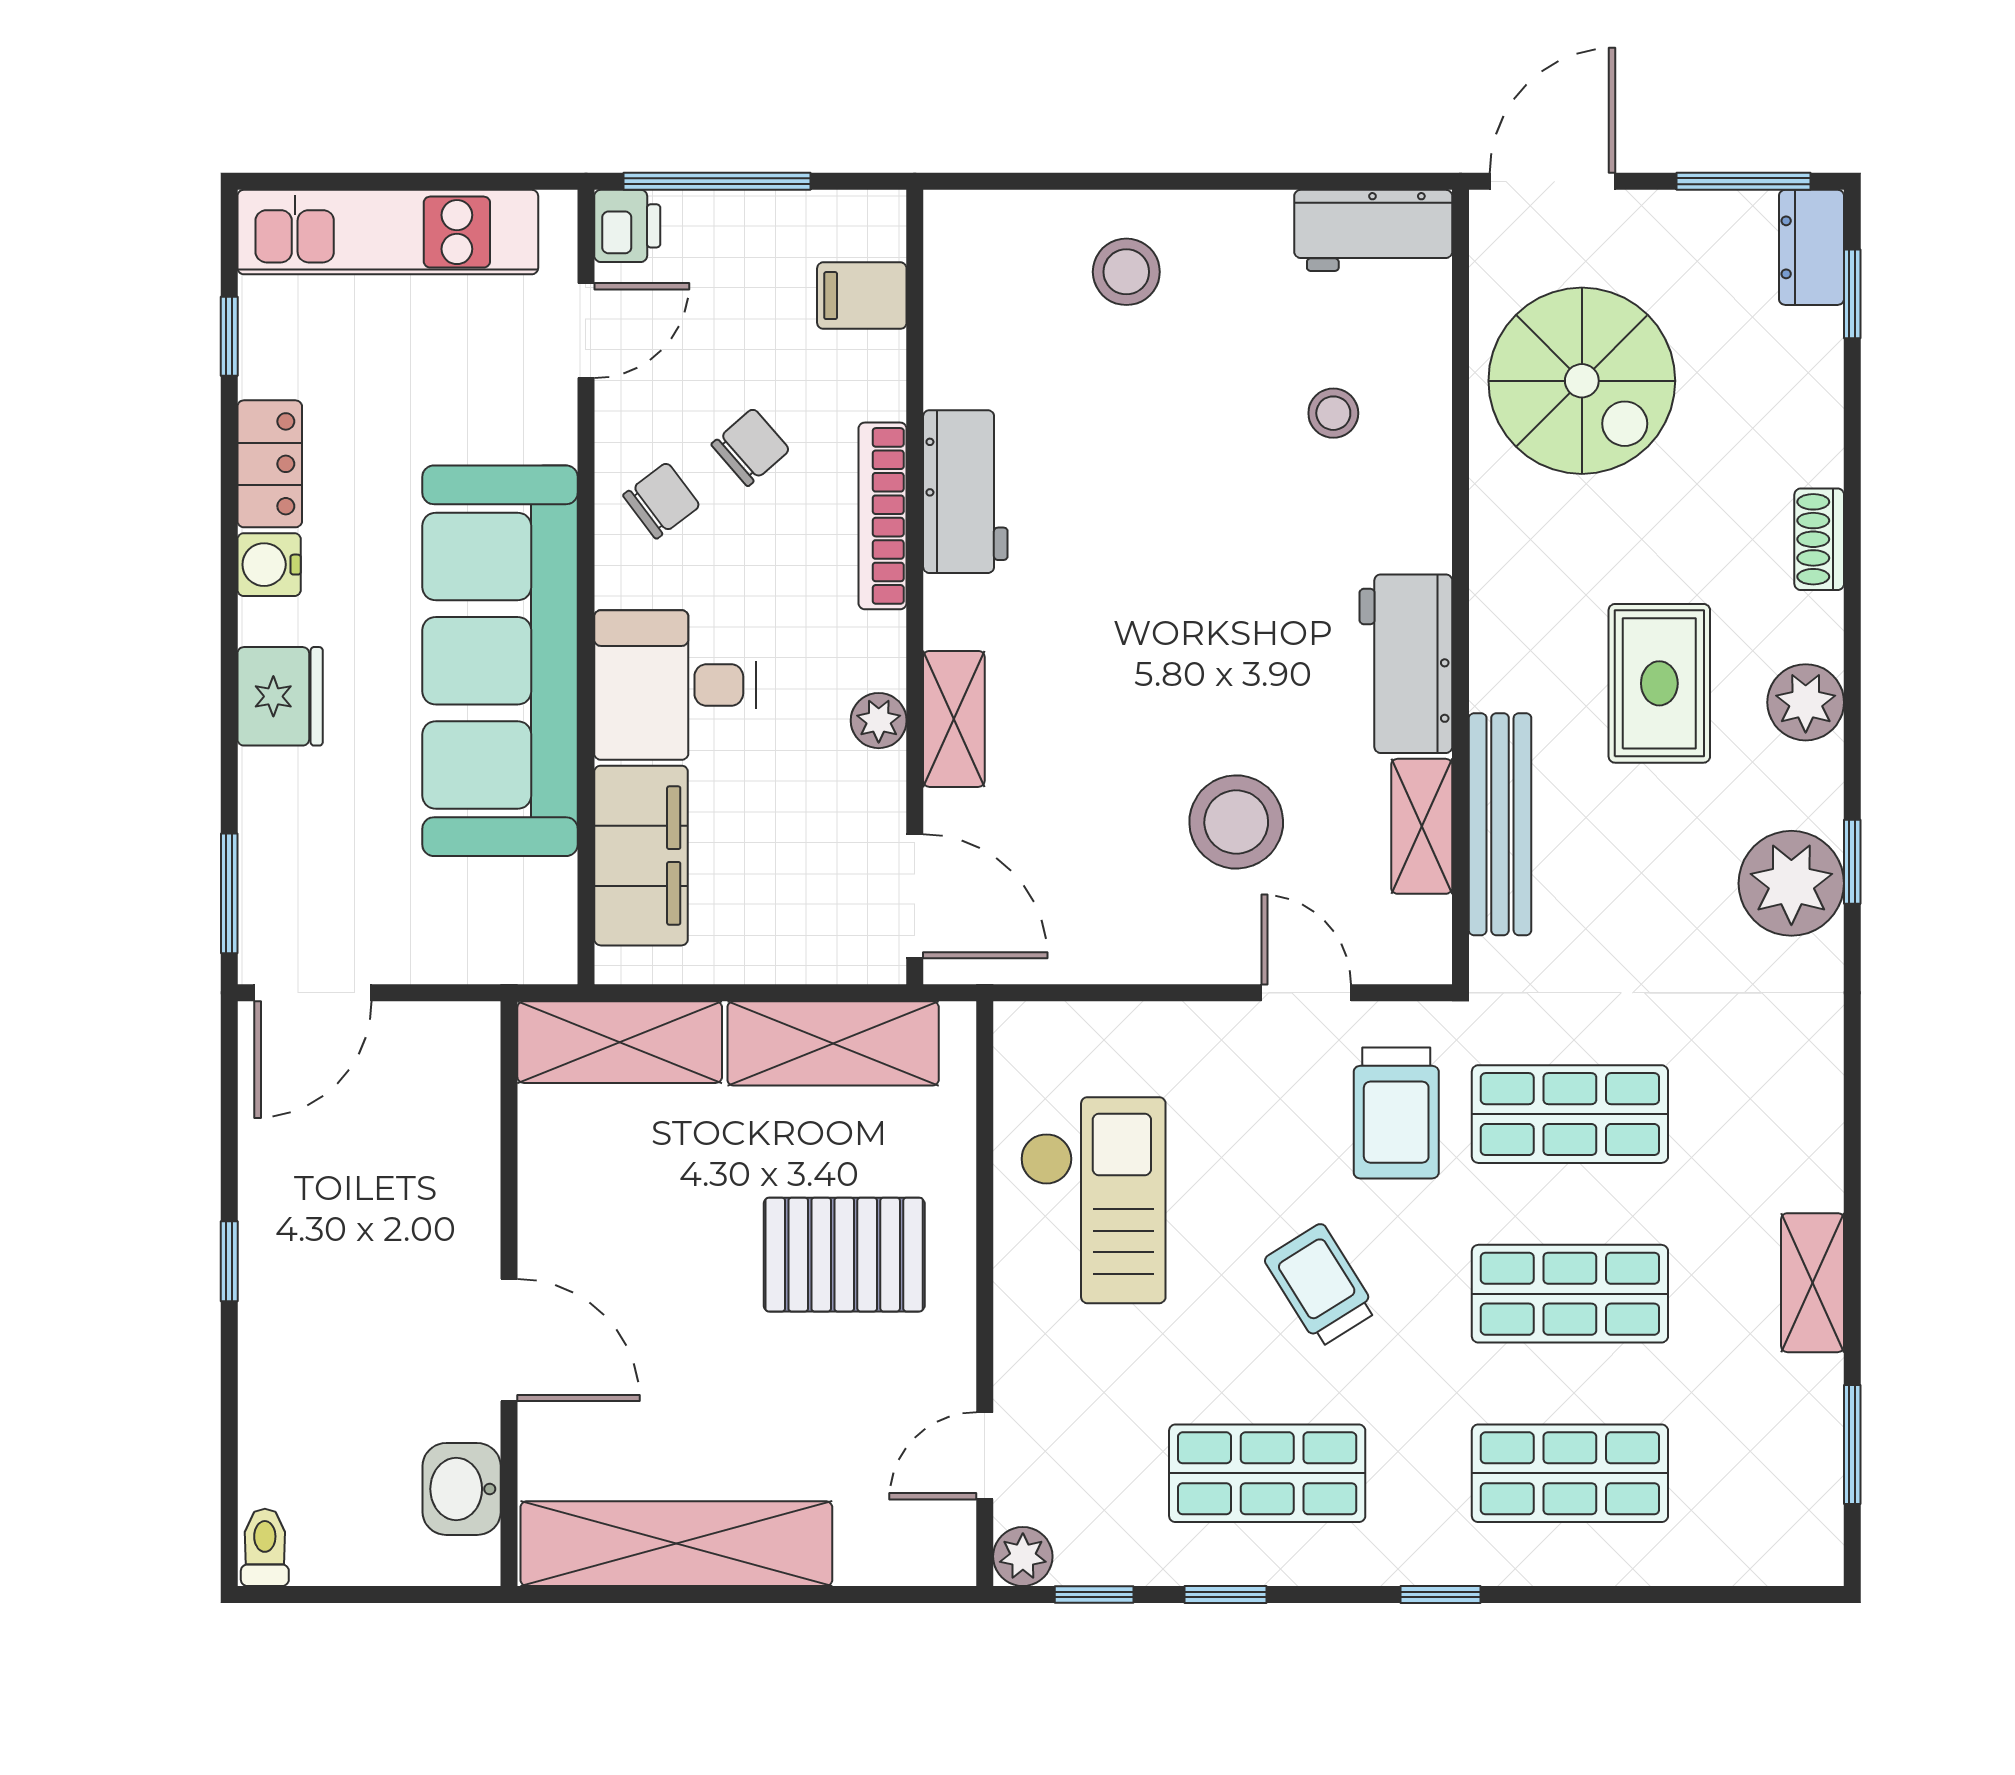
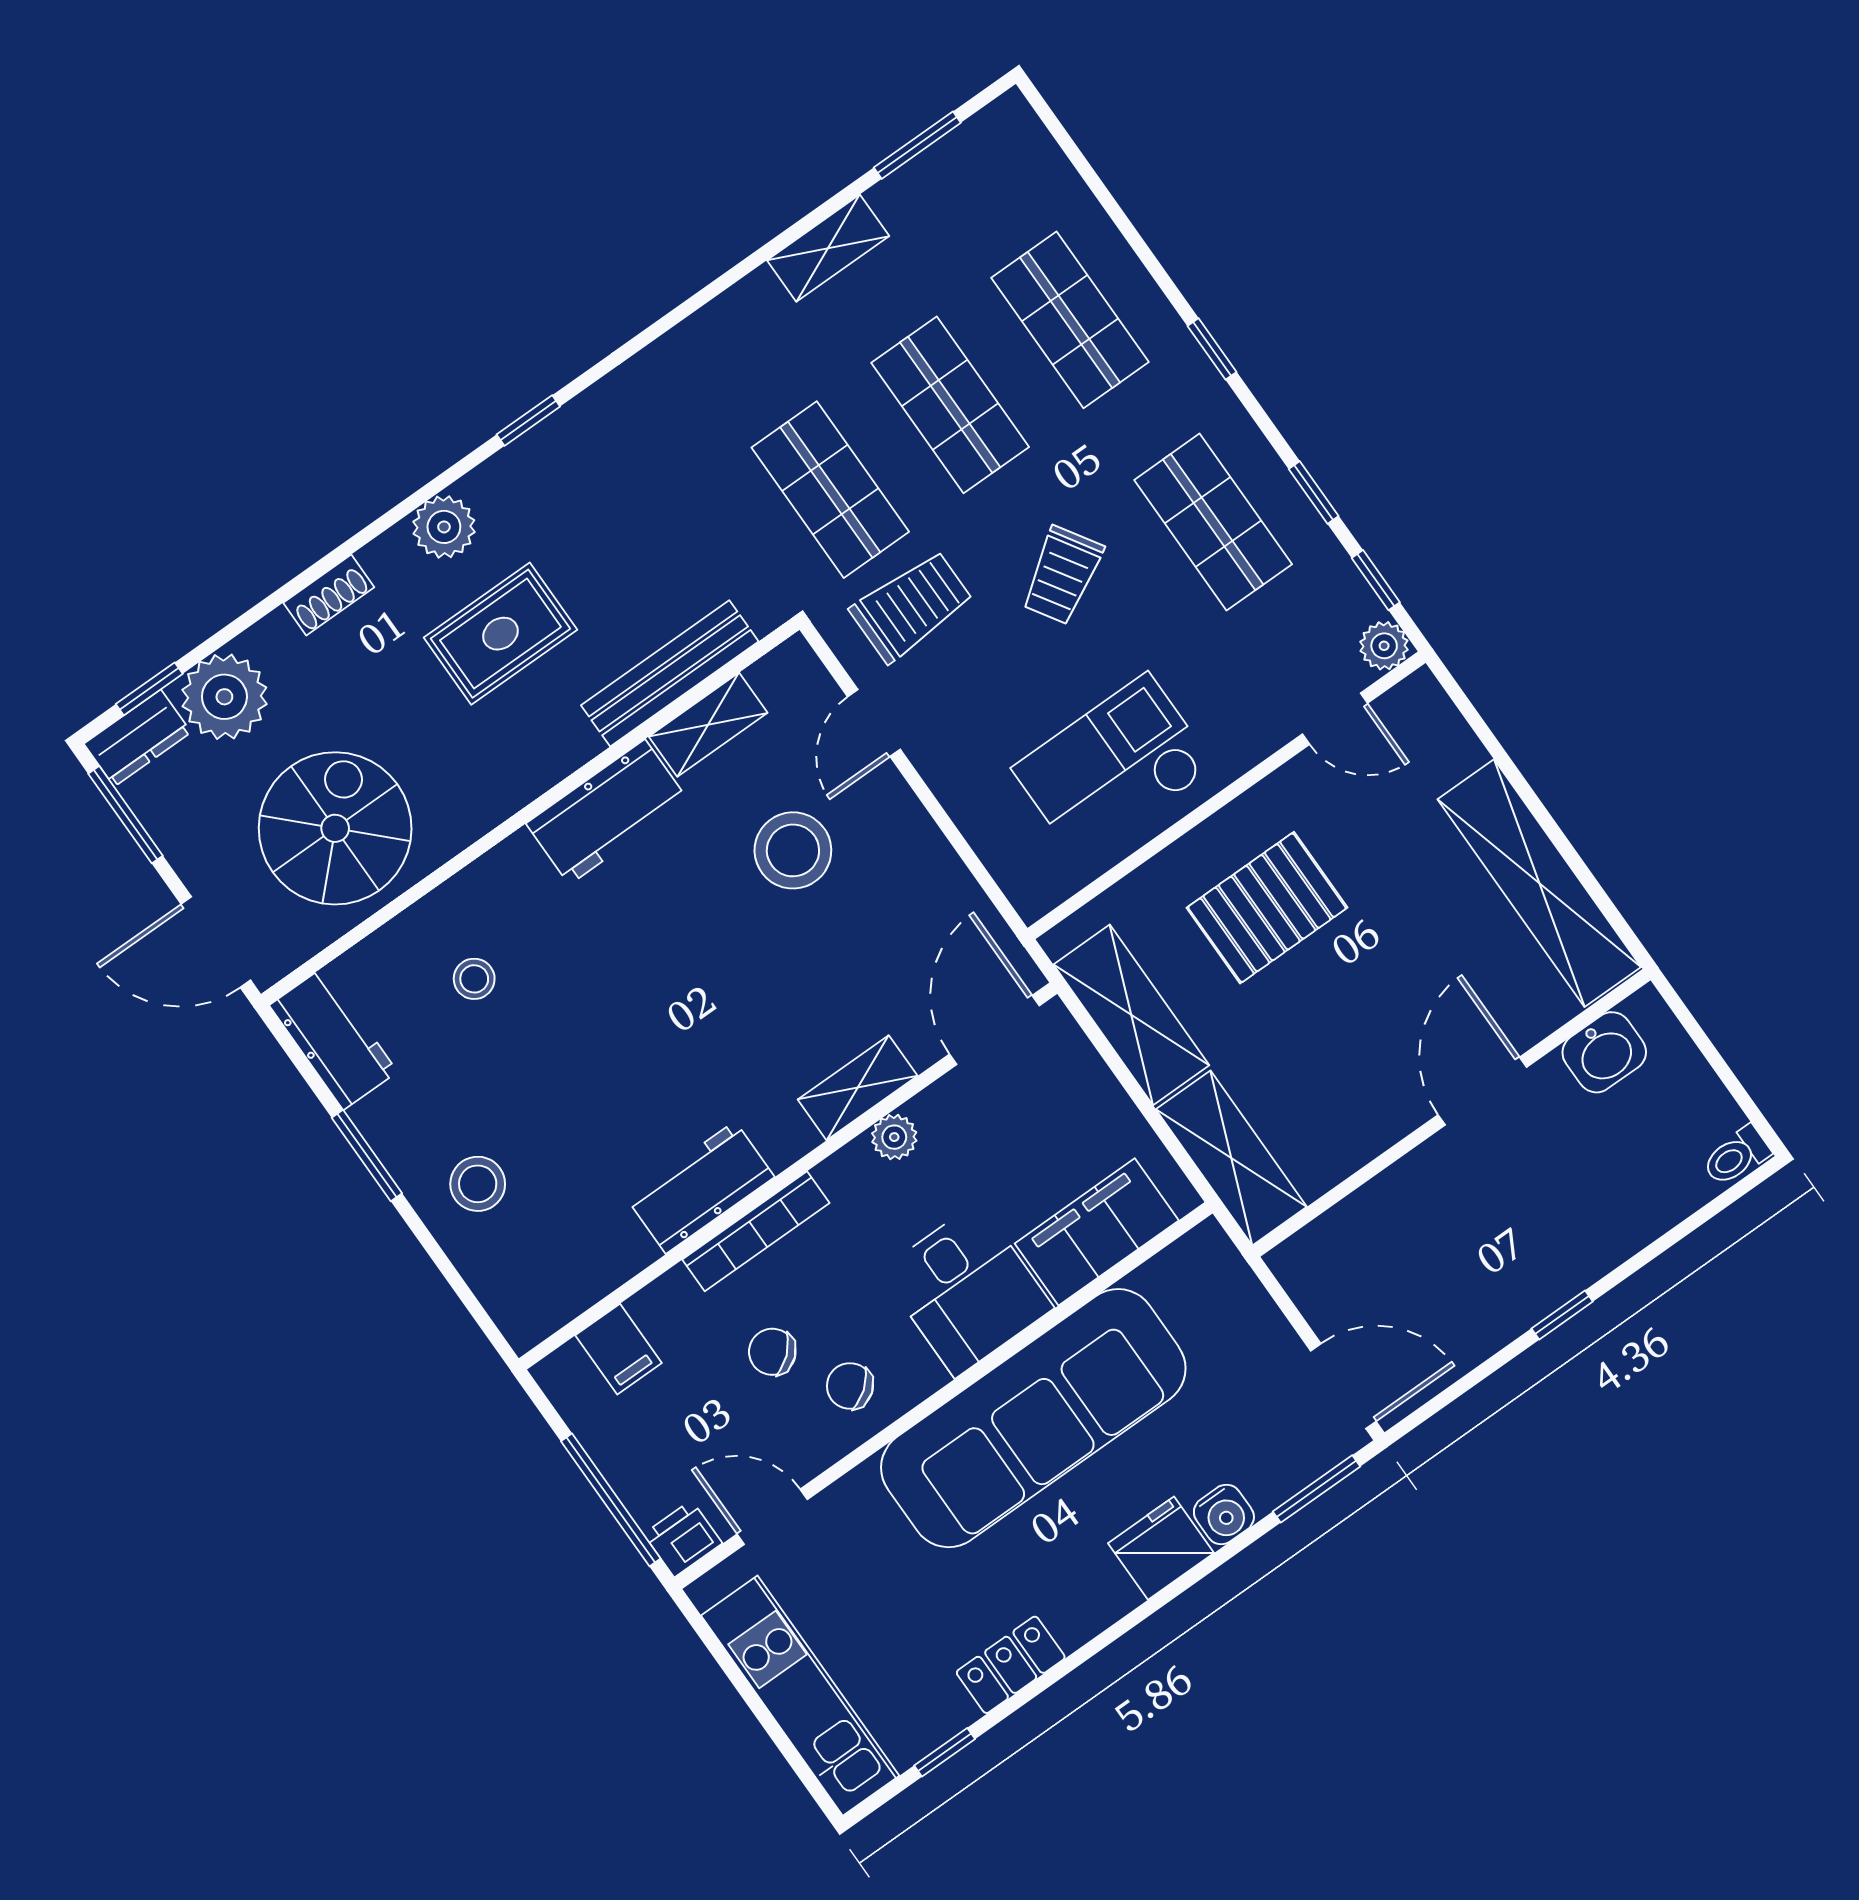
window: (1233, 181) -> (367, 1155), added
water cooler: (269, 565) -> (1224, 1514), moved
plant: (1791, 883) -> (224, 697), moved
pallet: (844, 1255) -> (1267, 908), turned 90

